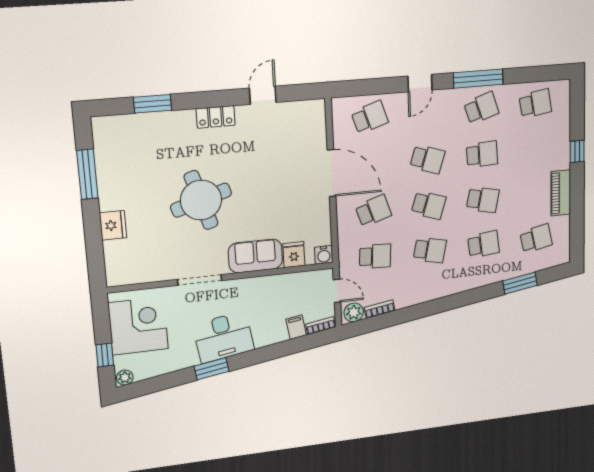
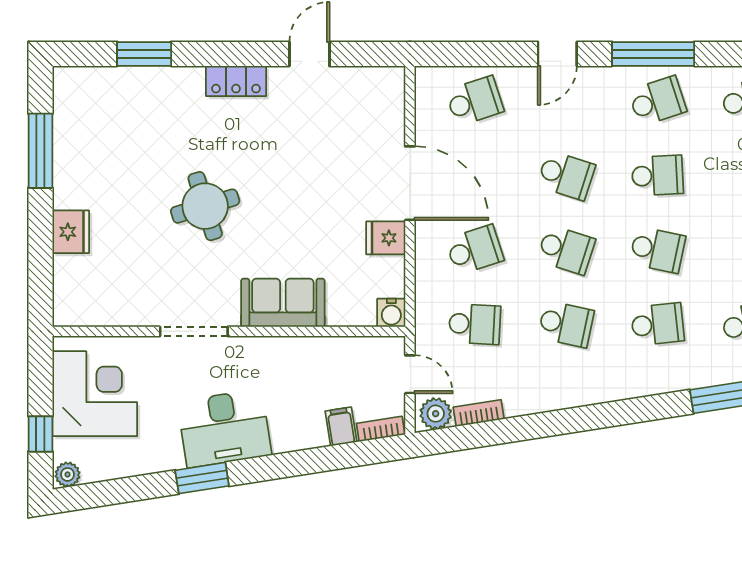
round table: (201, 200) -> (205, 206), width x0.73, depth x0.73
fridge: (294, 255) -> (386, 238), moved, turned -90

